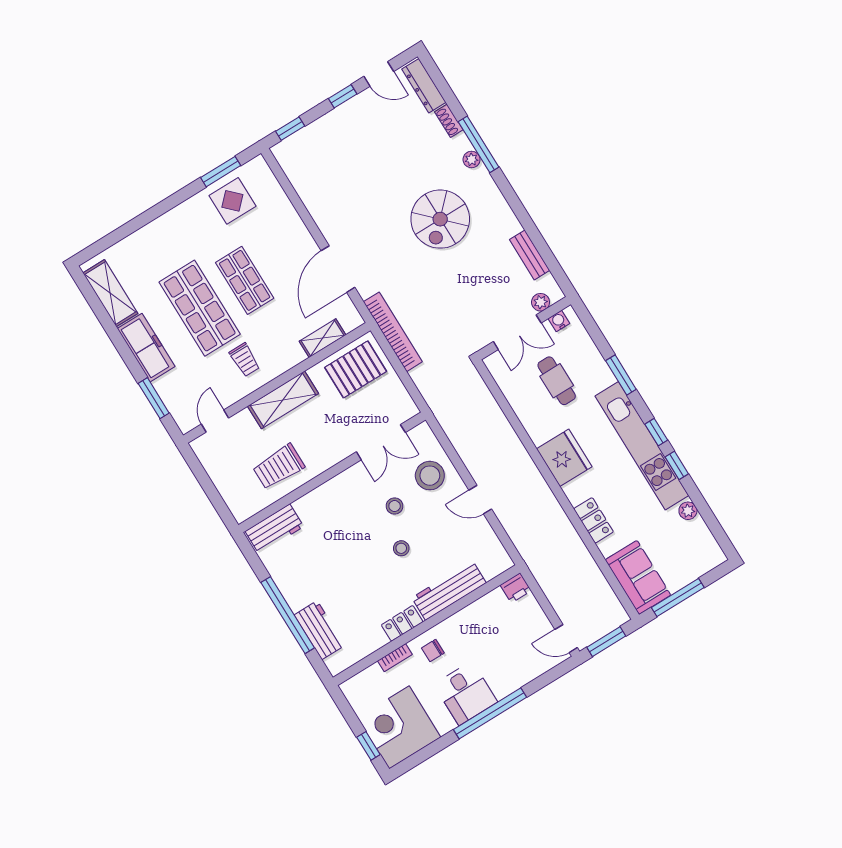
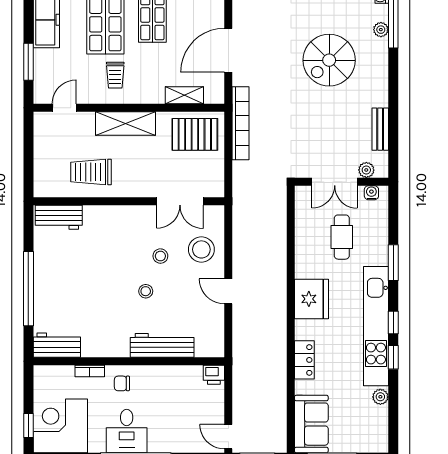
locker: (402, 623) -> (111, 348), removed
workbench: (319, 630) -> (57, 345), moved, turned -90

